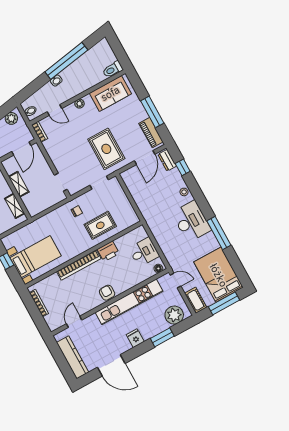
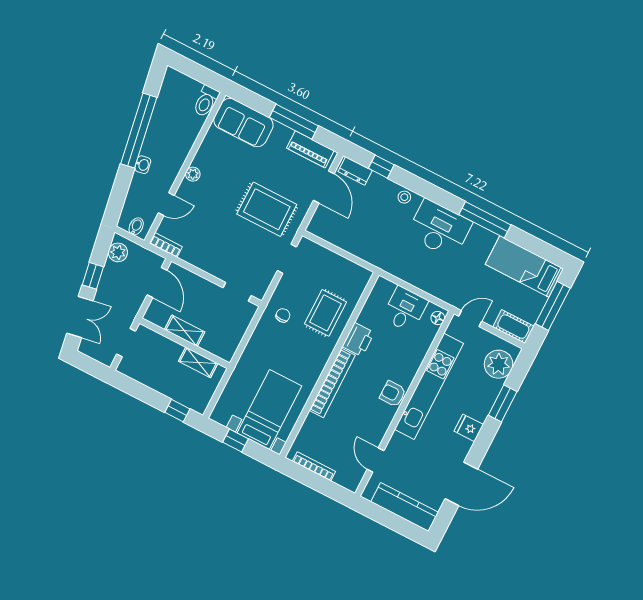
sofa: (110, 93) -> (243, 123), moved, turned 90
bed: (219, 275) -> (524, 267), width x0.67

